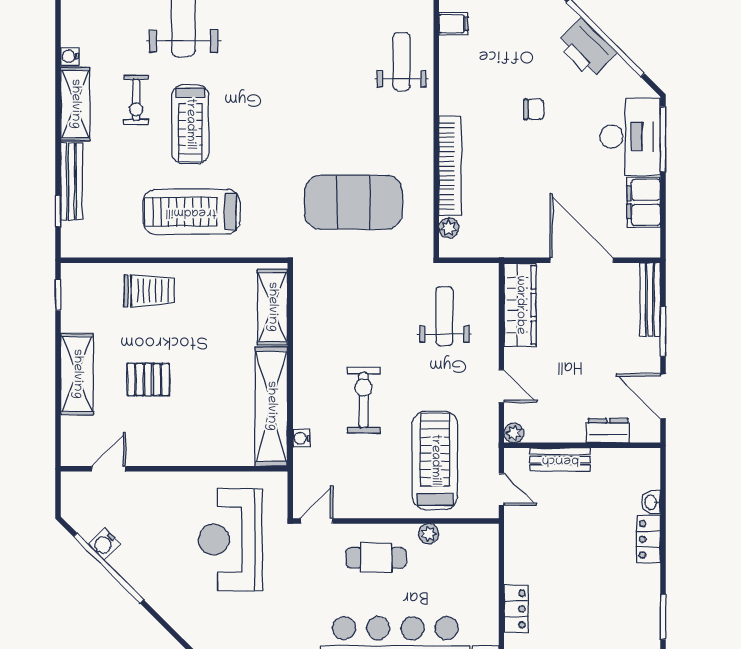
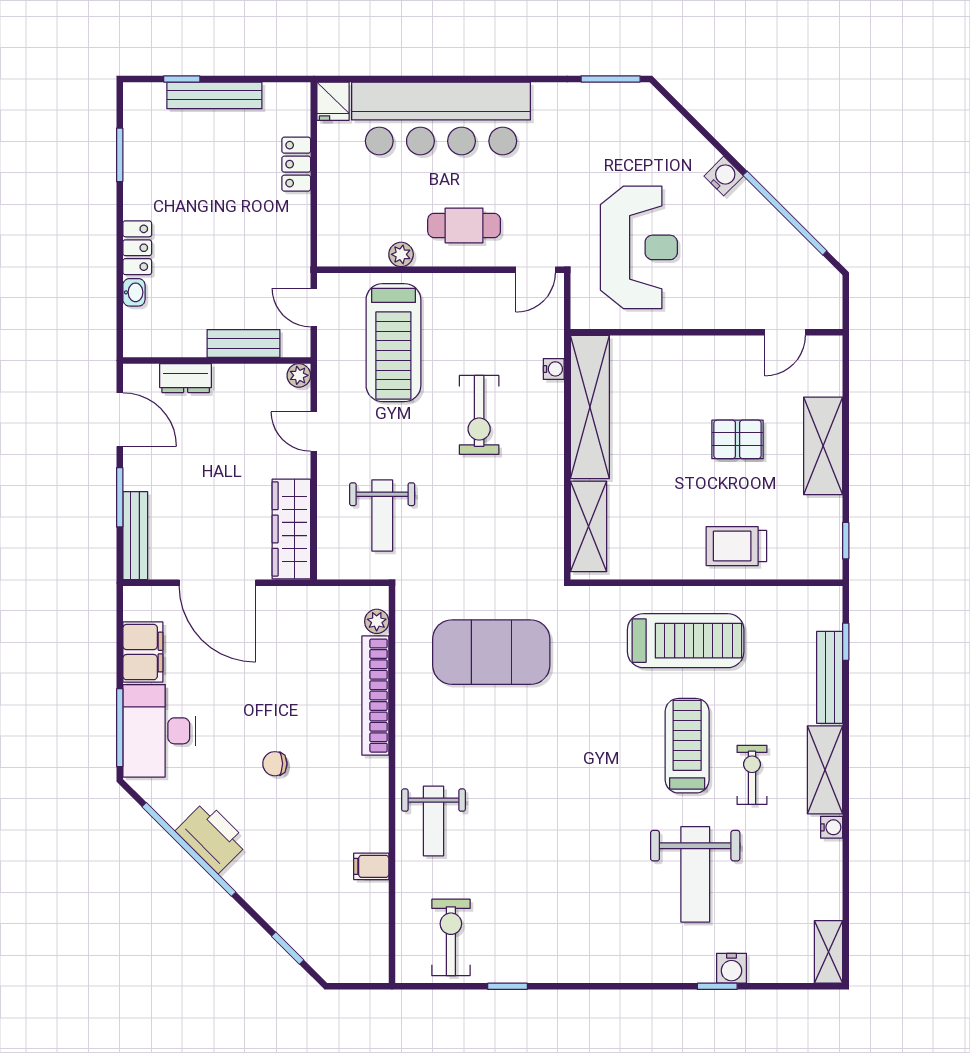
water cooler: (104, 544) -> (724, 176), moved

